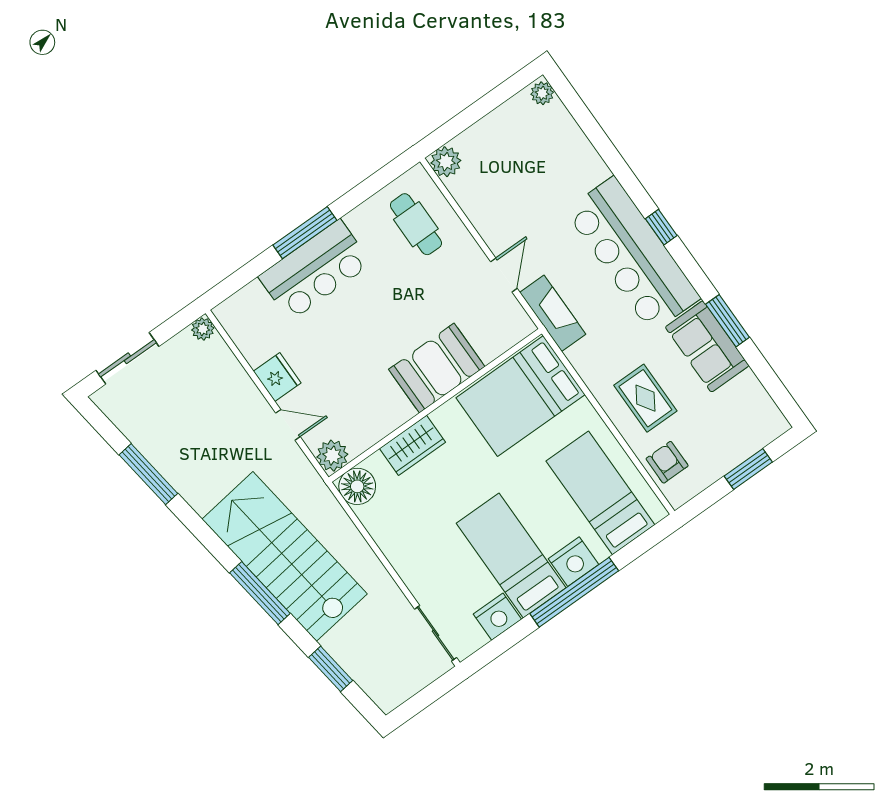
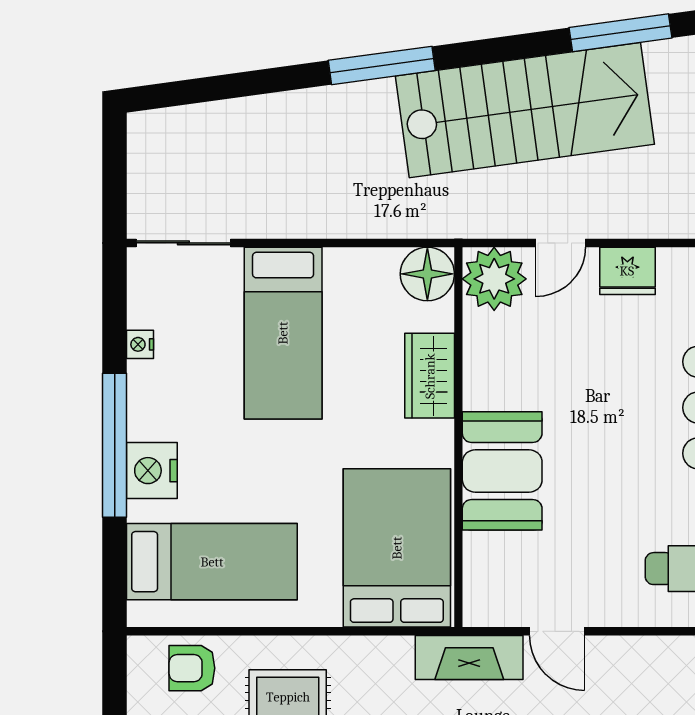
plant: (332, 456) -> (494, 279), width x1.36, depth x1.36
armchair: (667, 462) -> (192, 668), turned 180
bed: (511, 555) -> (283, 333), moved, turned 90
stairs: (285, 556) -> (525, 110), moved
nightstand: (497, 617) -> (140, 344), width x0.53, depth x0.56
window: (331, 669) -> (230, 86), removed

